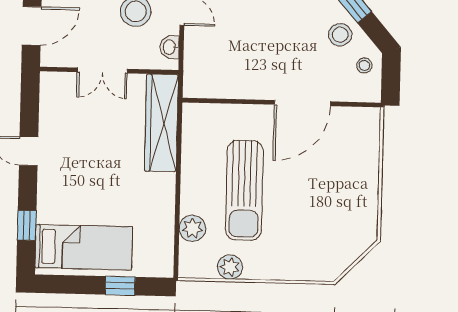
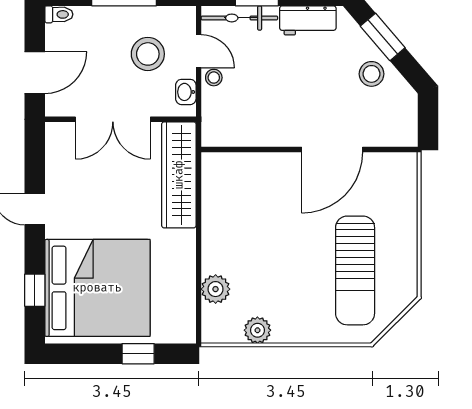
stool: (364, 65) -> (214, 78), moved
double door: (102, 70) -> (113, 119), width x1.37
sun lounger: (244, 190) -> (355, 270), moved
bed: (84, 247) -> (97, 288), width x2.04

